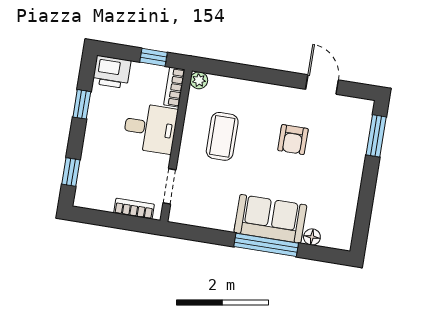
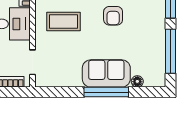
coffee table: (222, 136) -> (63, 22), turned 90
window: (365, 202) -> (171, 51), added

